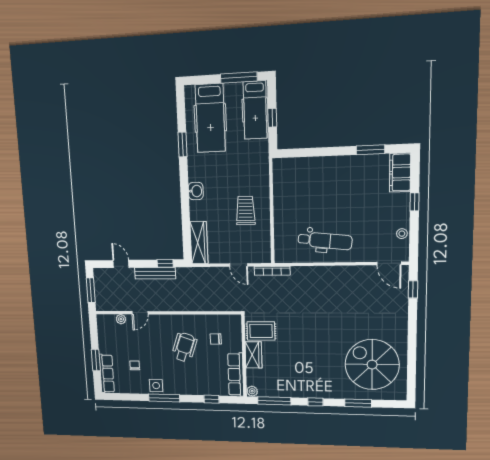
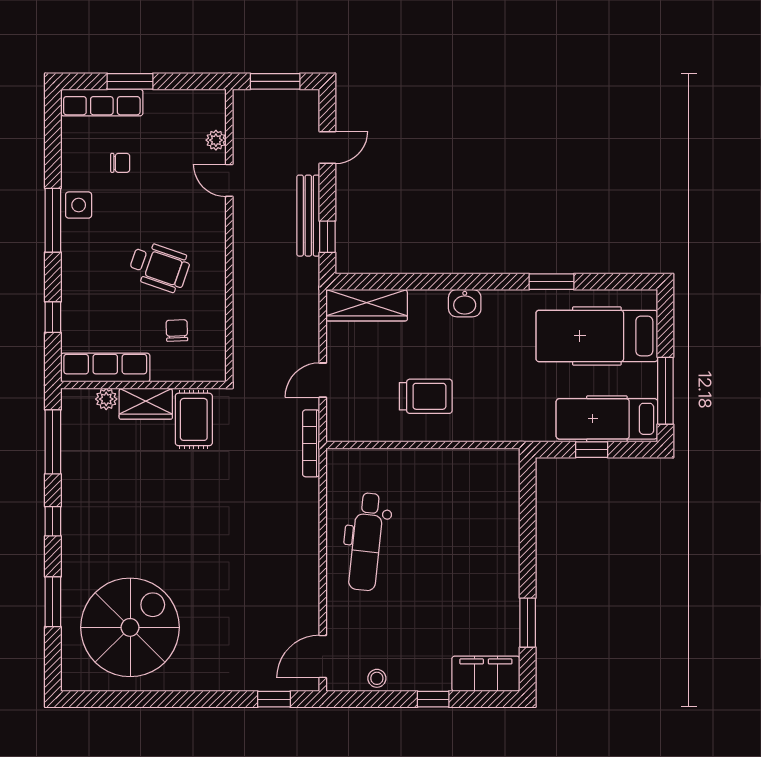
plant: (252, 391) -> (106, 399), moved

